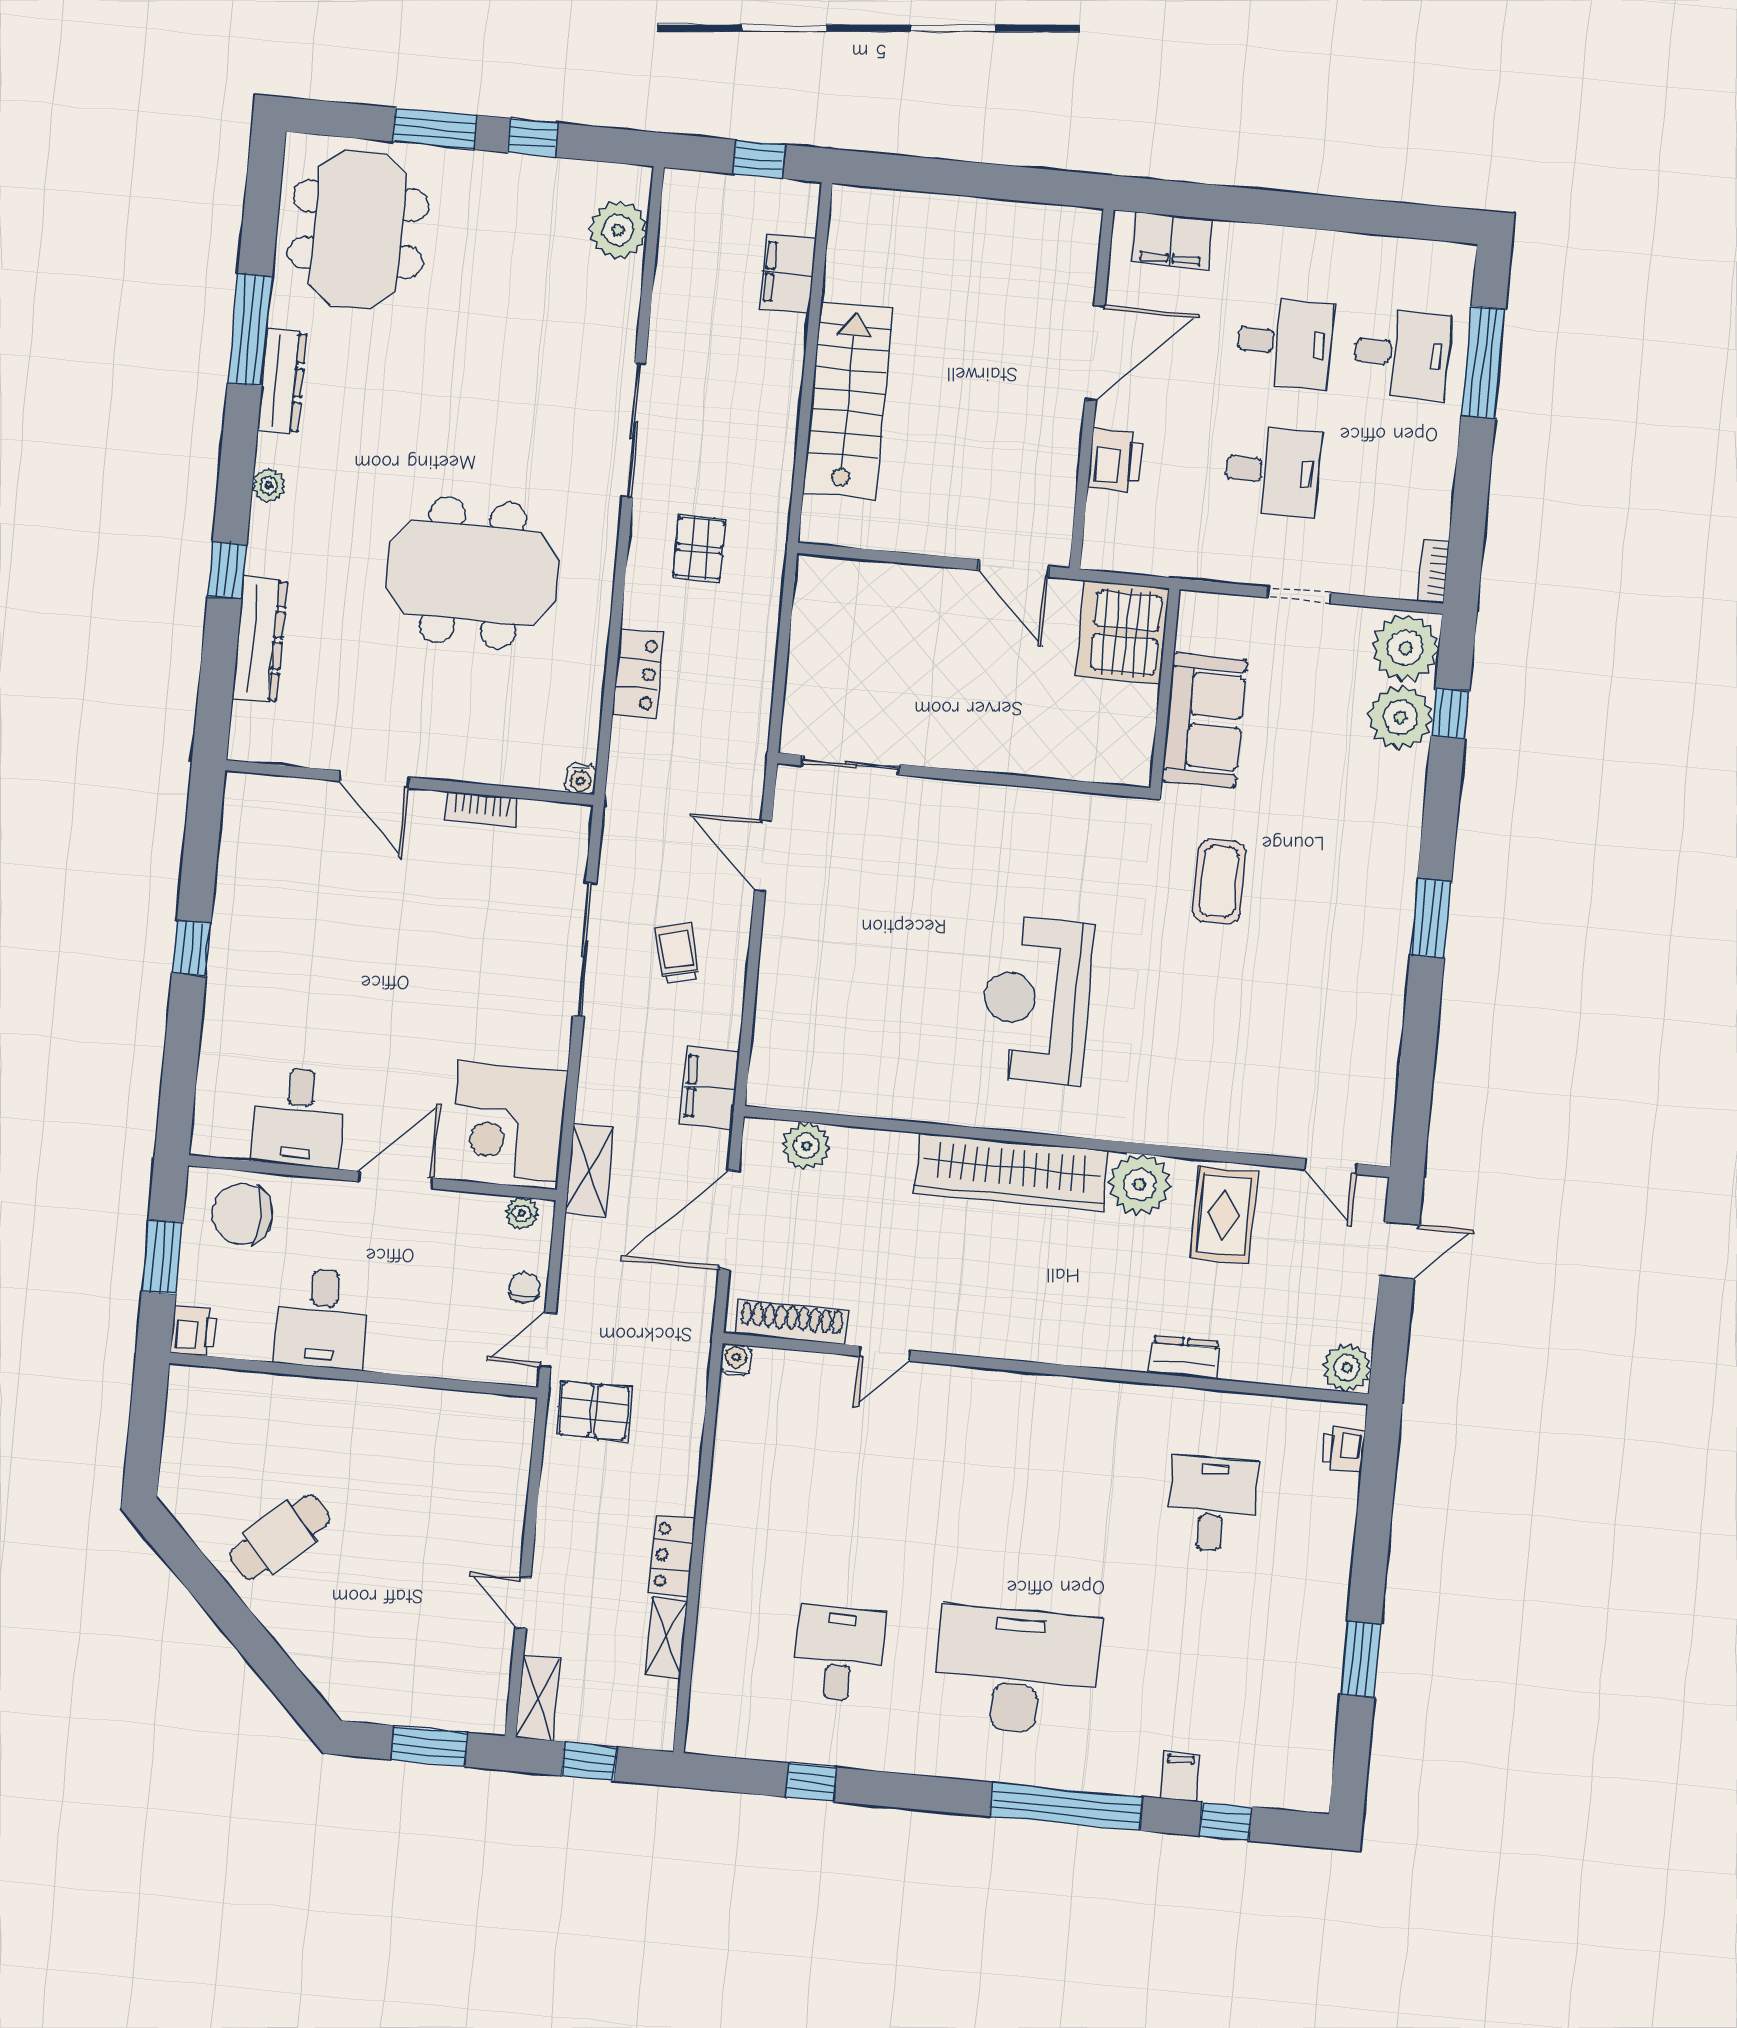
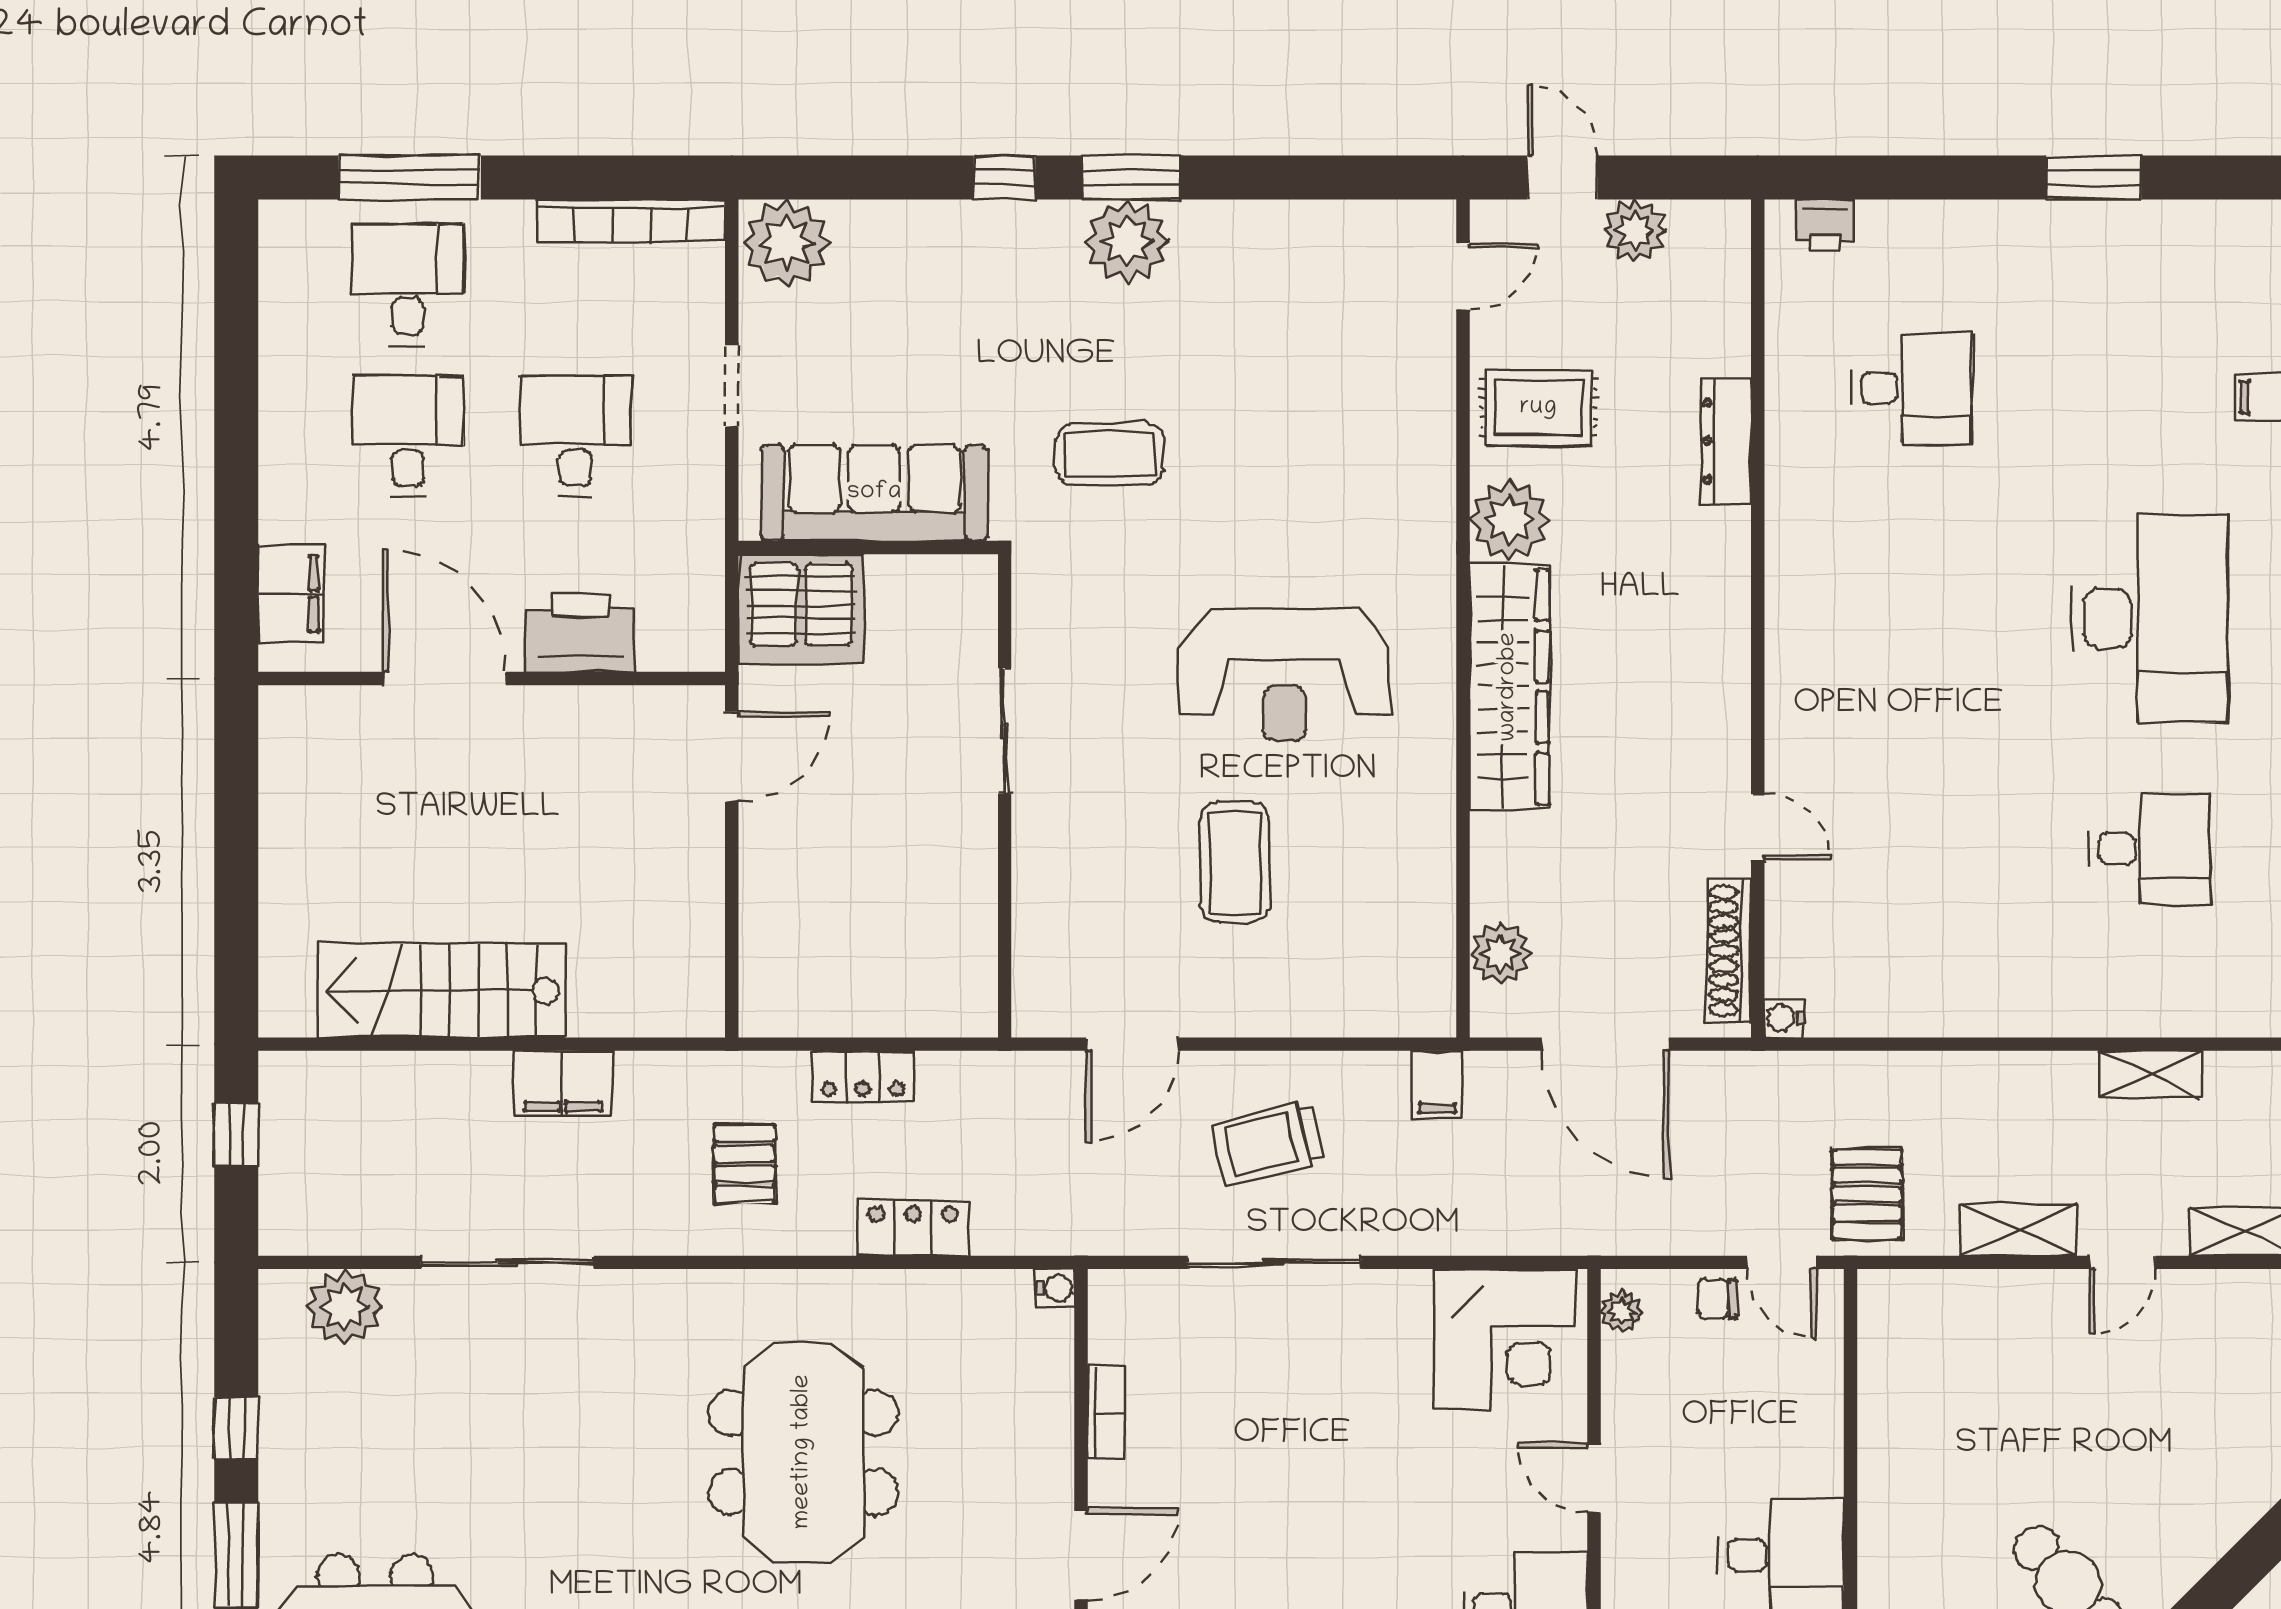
filing cabinet: (788, 273) -> (563, 1084), moved
stairs: (848, 401) -> (441, 991), moved
sliding door: (634, 430) -> (508, 1262), moved
printer: (1115, 460) -> (580, 633), width x1.37, depth x1.19
pallet: (699, 548) -> (744, 1164), turned 90
bookcase: (1434, 571) -> (631, 221), width x2.31, depth x1.31
window: (1450, 713) -> (1005, 178), moved
plant: (1400, 717) -> (1127, 241), moved
sofa: (1204, 720) -> (874, 493), width x1.36
sliding door: (851, 765) -> (1005, 731), moved
coffee table: (896, 948) -> (1235, 862), added
trolley: (677, 953) -> (1268, 1143), width x1.36, depth x1.39
filing cabinet: (710, 1088) -> (1437, 1085), width x0.50
shelving: (589, 1170) -> (2018, 1230), moved
door: (396, 1180) -> (1594, 1478), width x0.73
dresser: (1184, 1357) -> (1727, 441), width x1.44
plant: (1347, 1368) -> (1635, 231), moved
desk: (1212, 1504) -> (1911, 388), turned 180
locker: (672, 1556) -> (863, 1076), moved
desk: (839, 1654) -> (2150, 849), turned 180
desk: (1017, 1670) -> (2150, 618), turned 180

